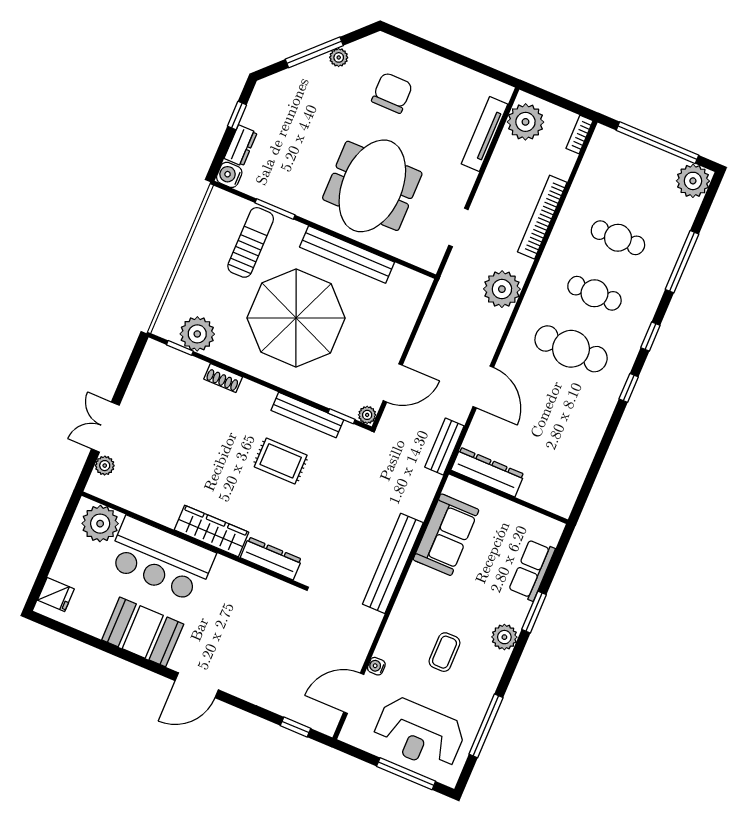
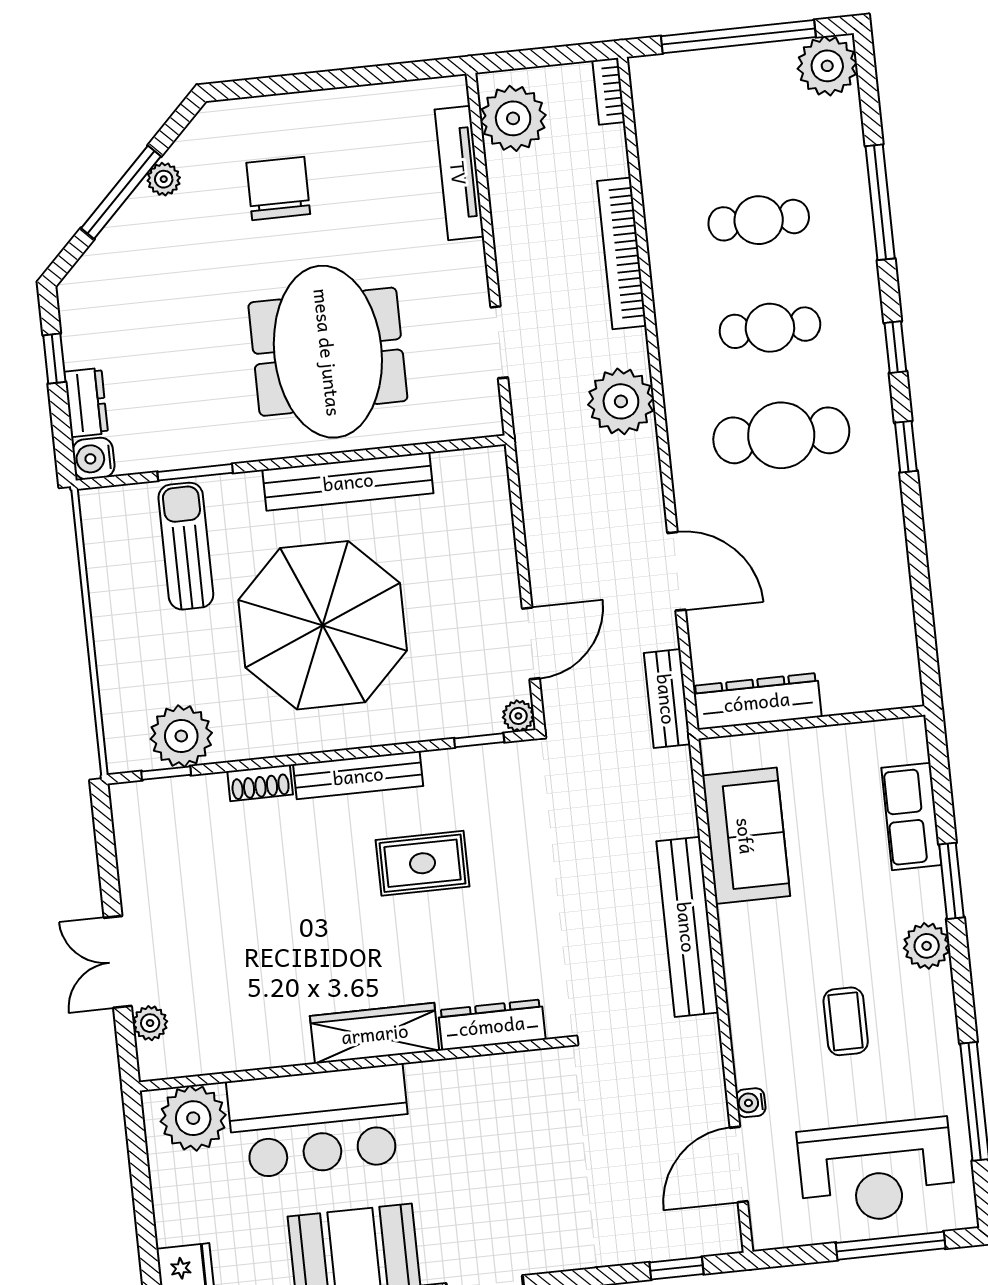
bench: (307, 415) -> (358, 775), moved

